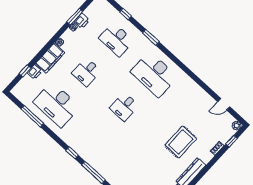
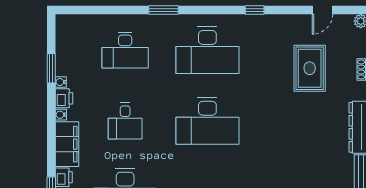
window: (126, 14) -> (255, 10), moved
printer: (82, 21) -> (64, 98), moved
desk: (124, 107) -> (207, 121), width x1.87, depth x1.30
rug: (181, 142) -> (310, 68), moved

